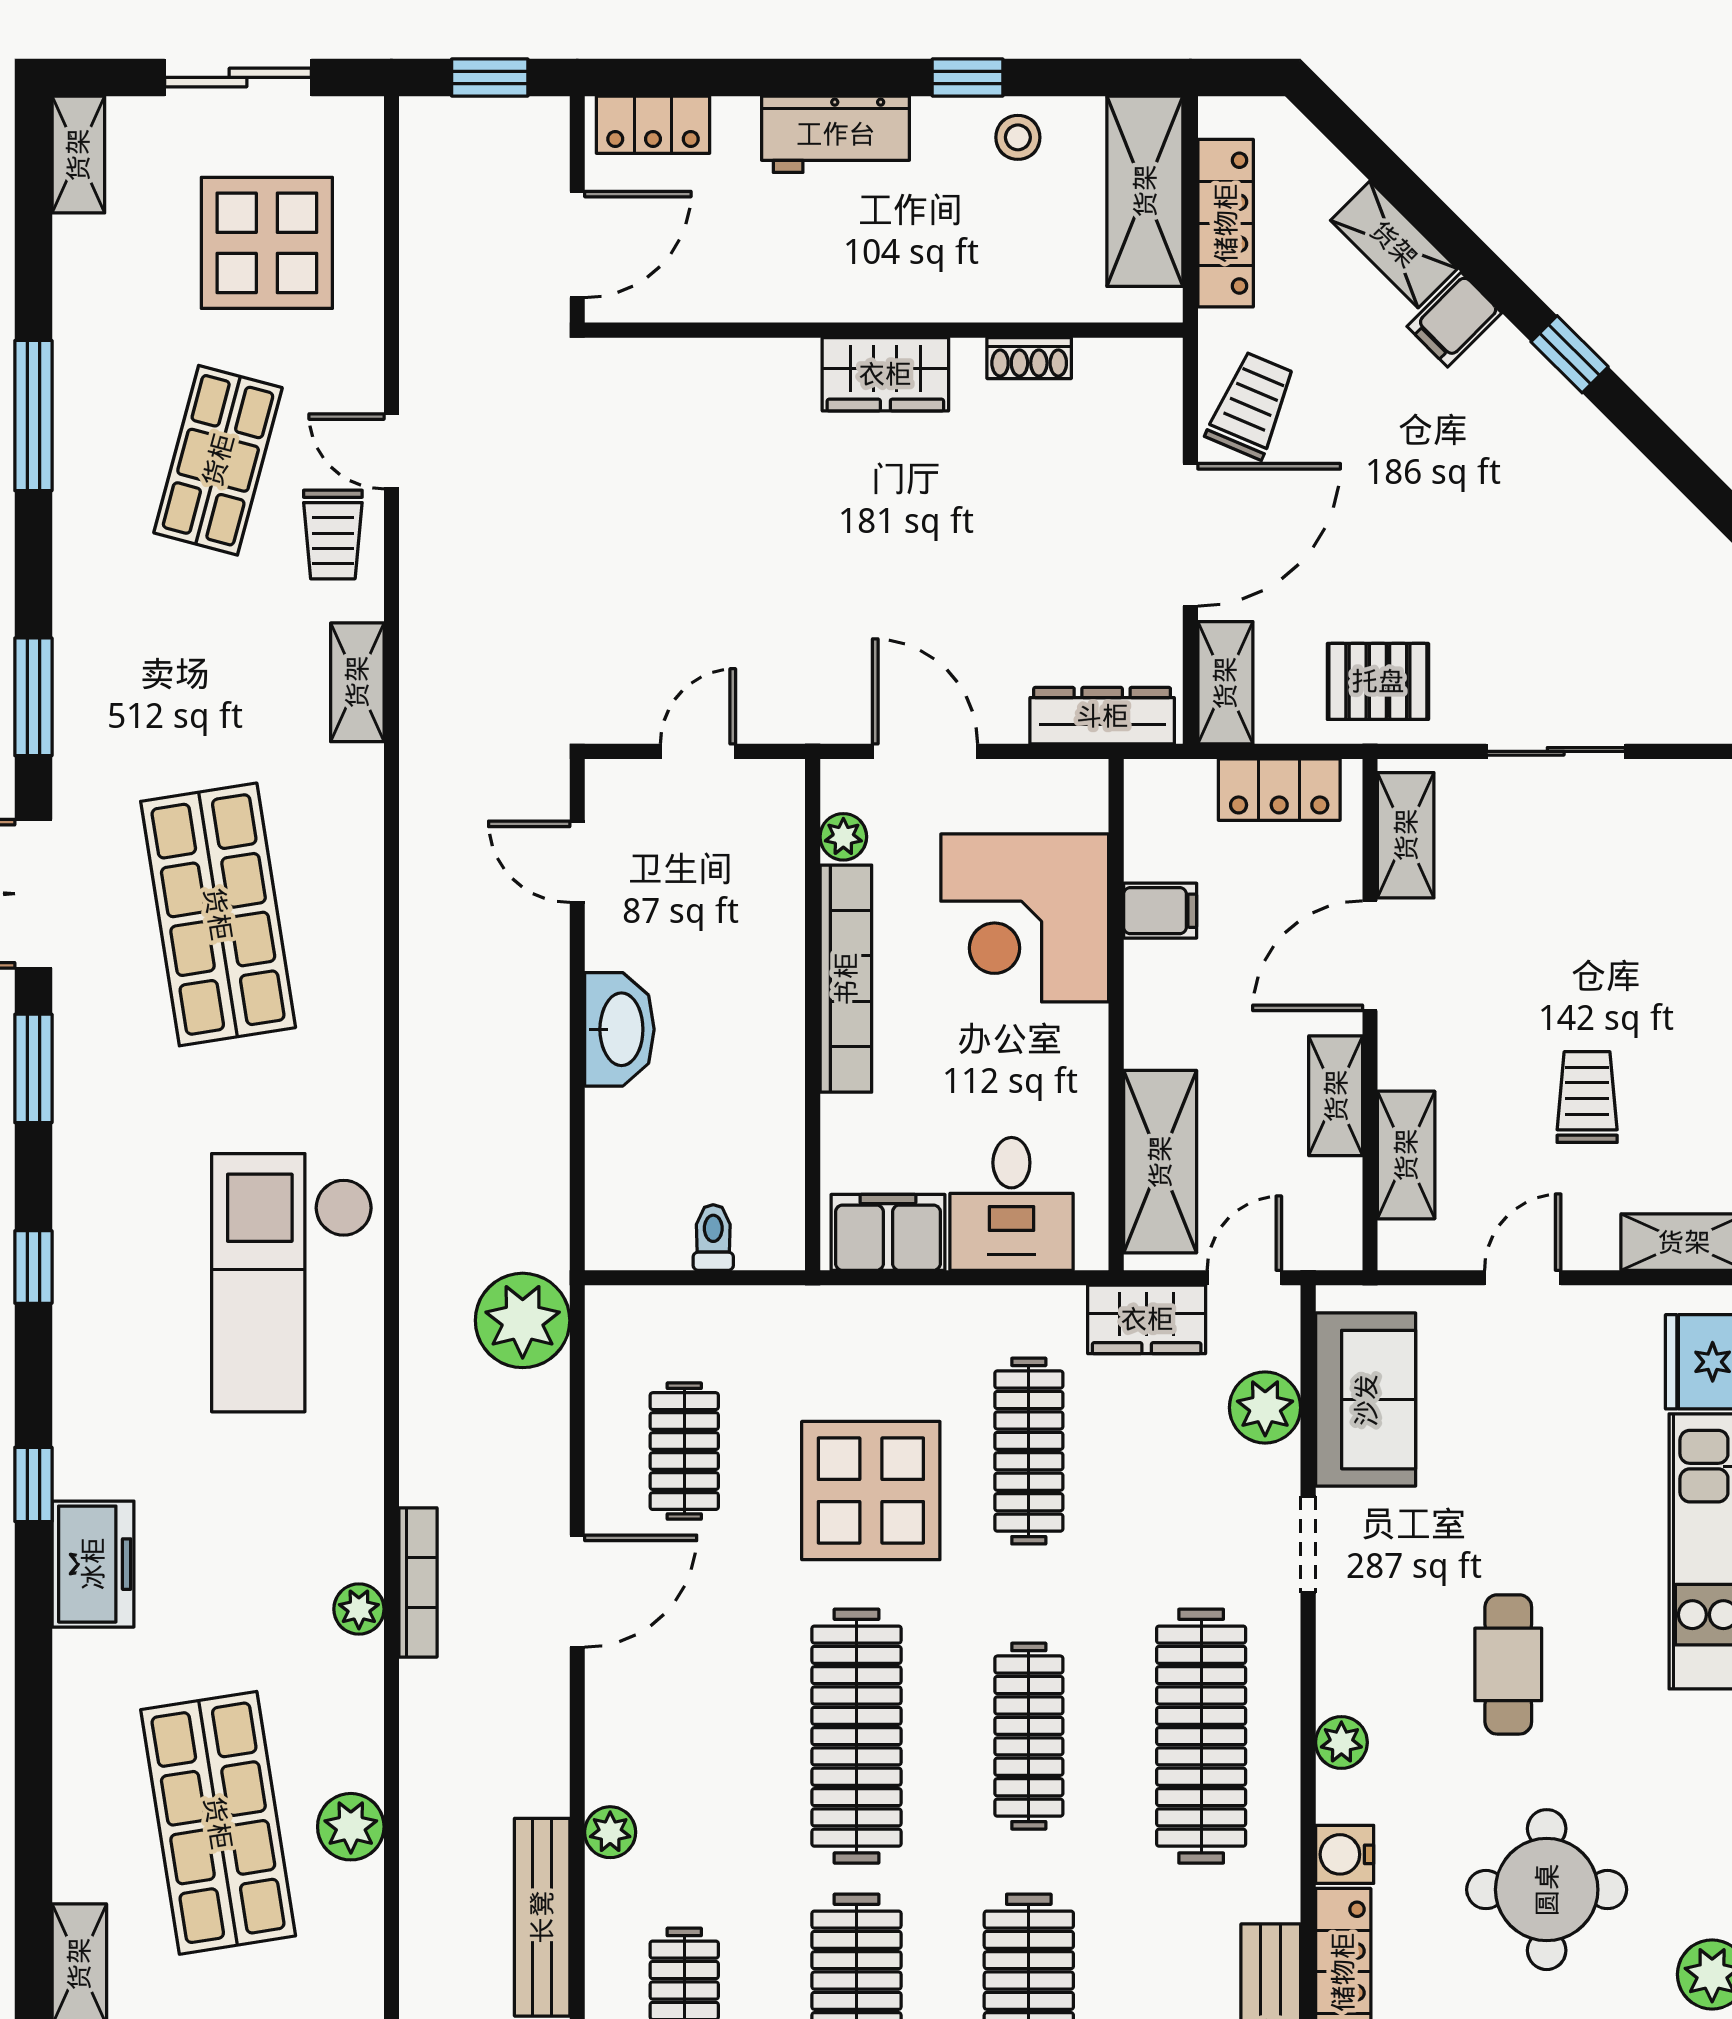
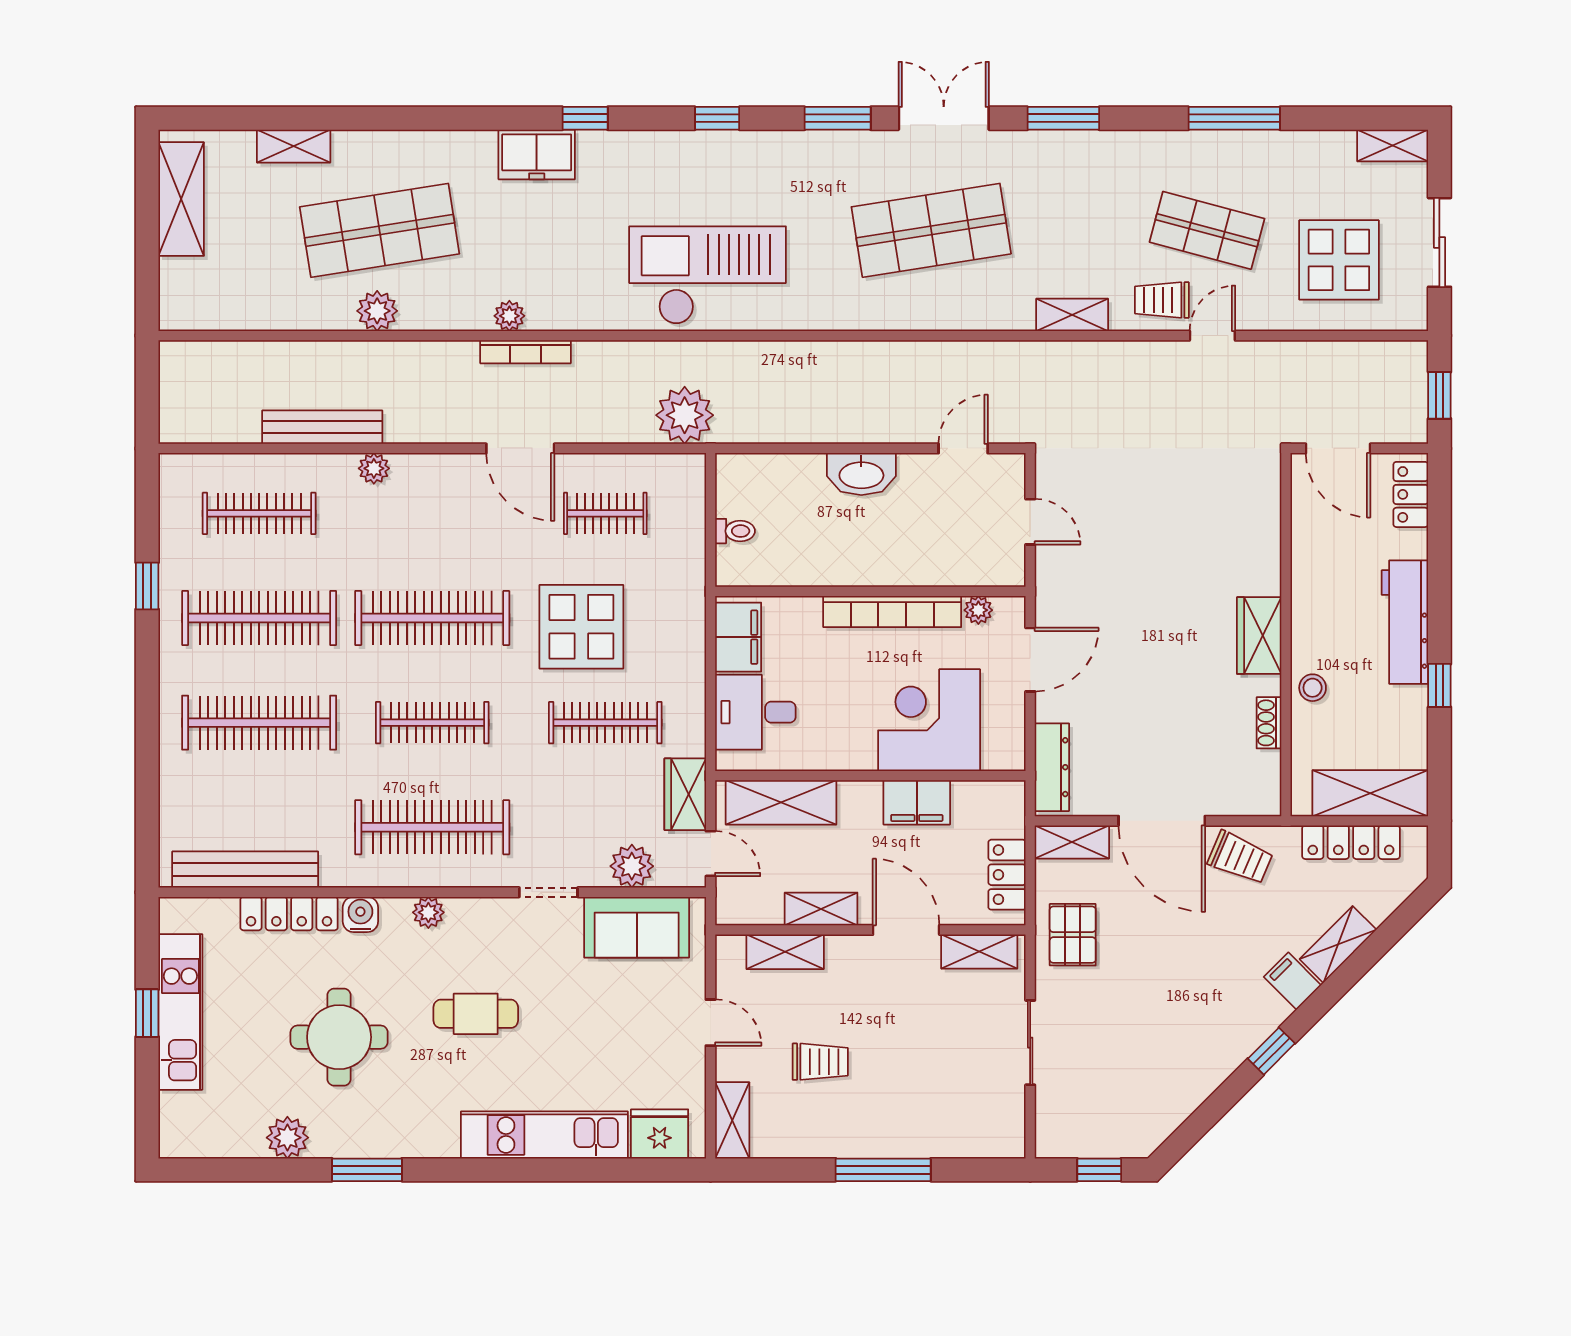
workbench: (836, 134) -> (1405, 622), width x1.38
stool: (1018, 137) -> (1313, 688), moved
filing cabinet: (1160, 911) -> (917, 802), width x2.00

